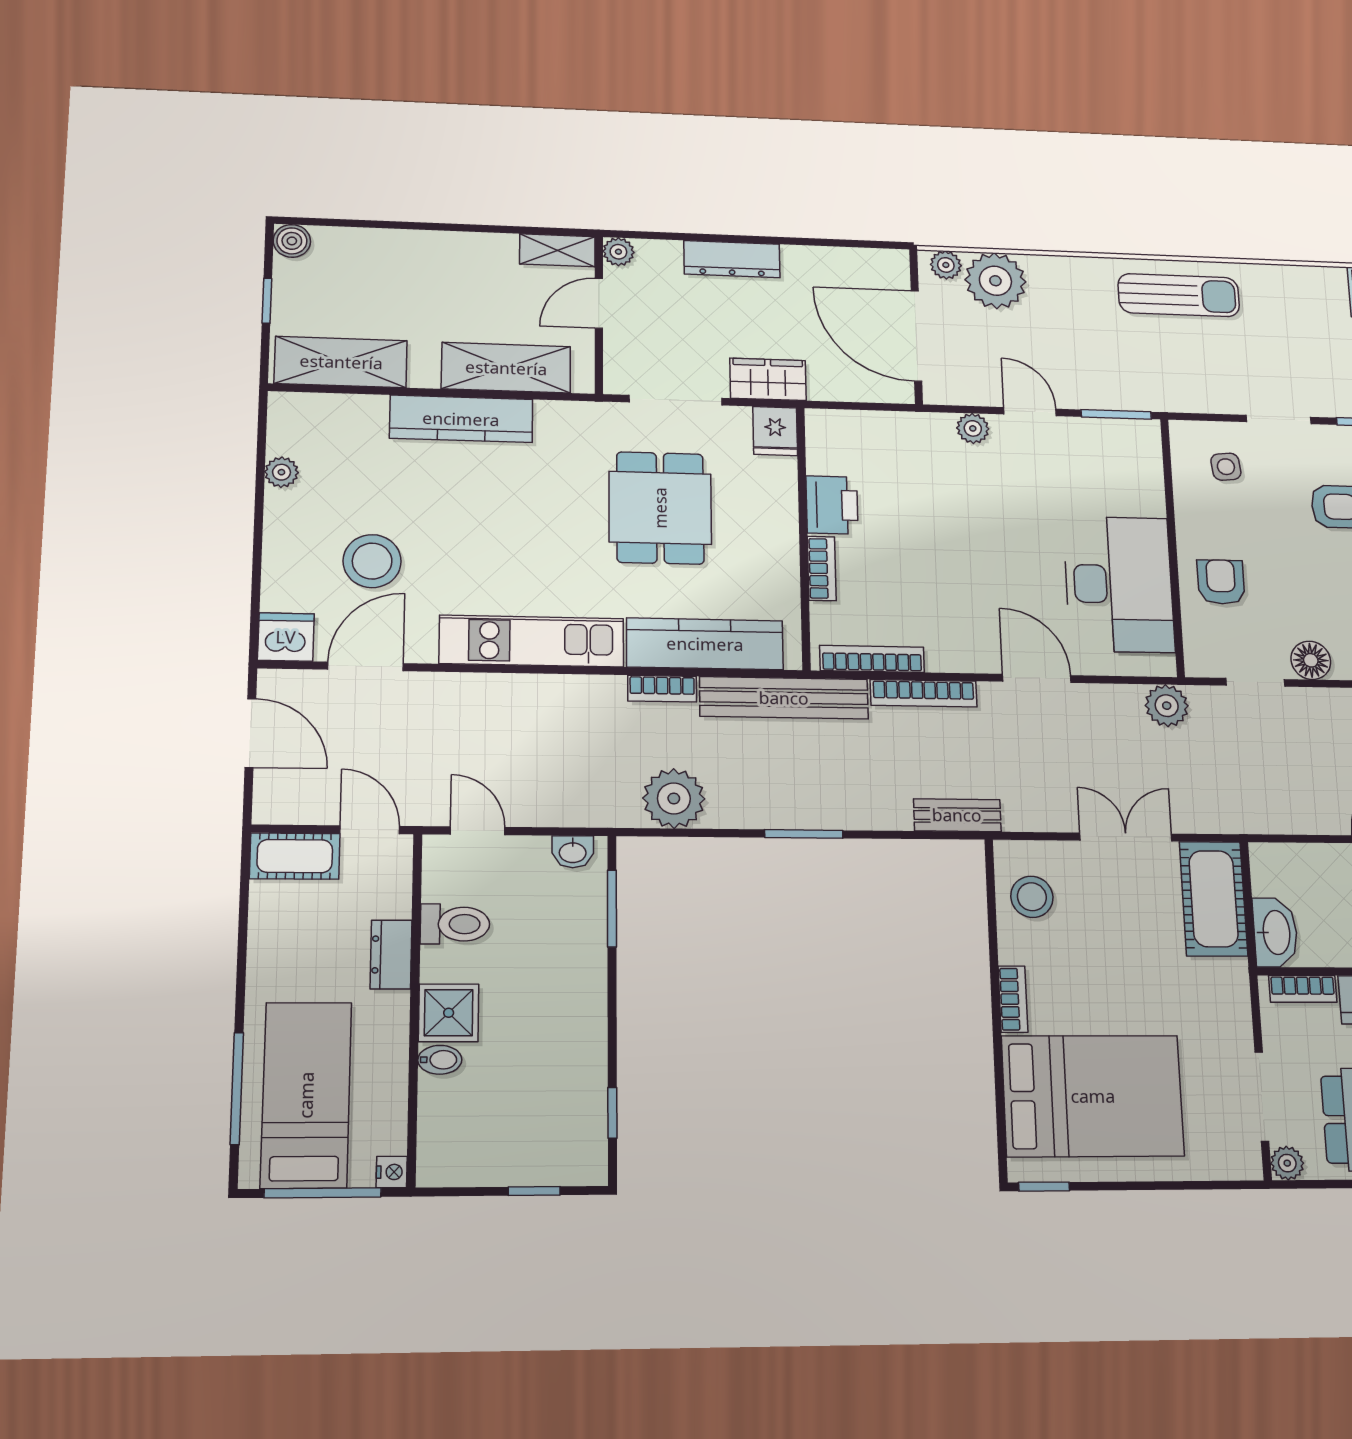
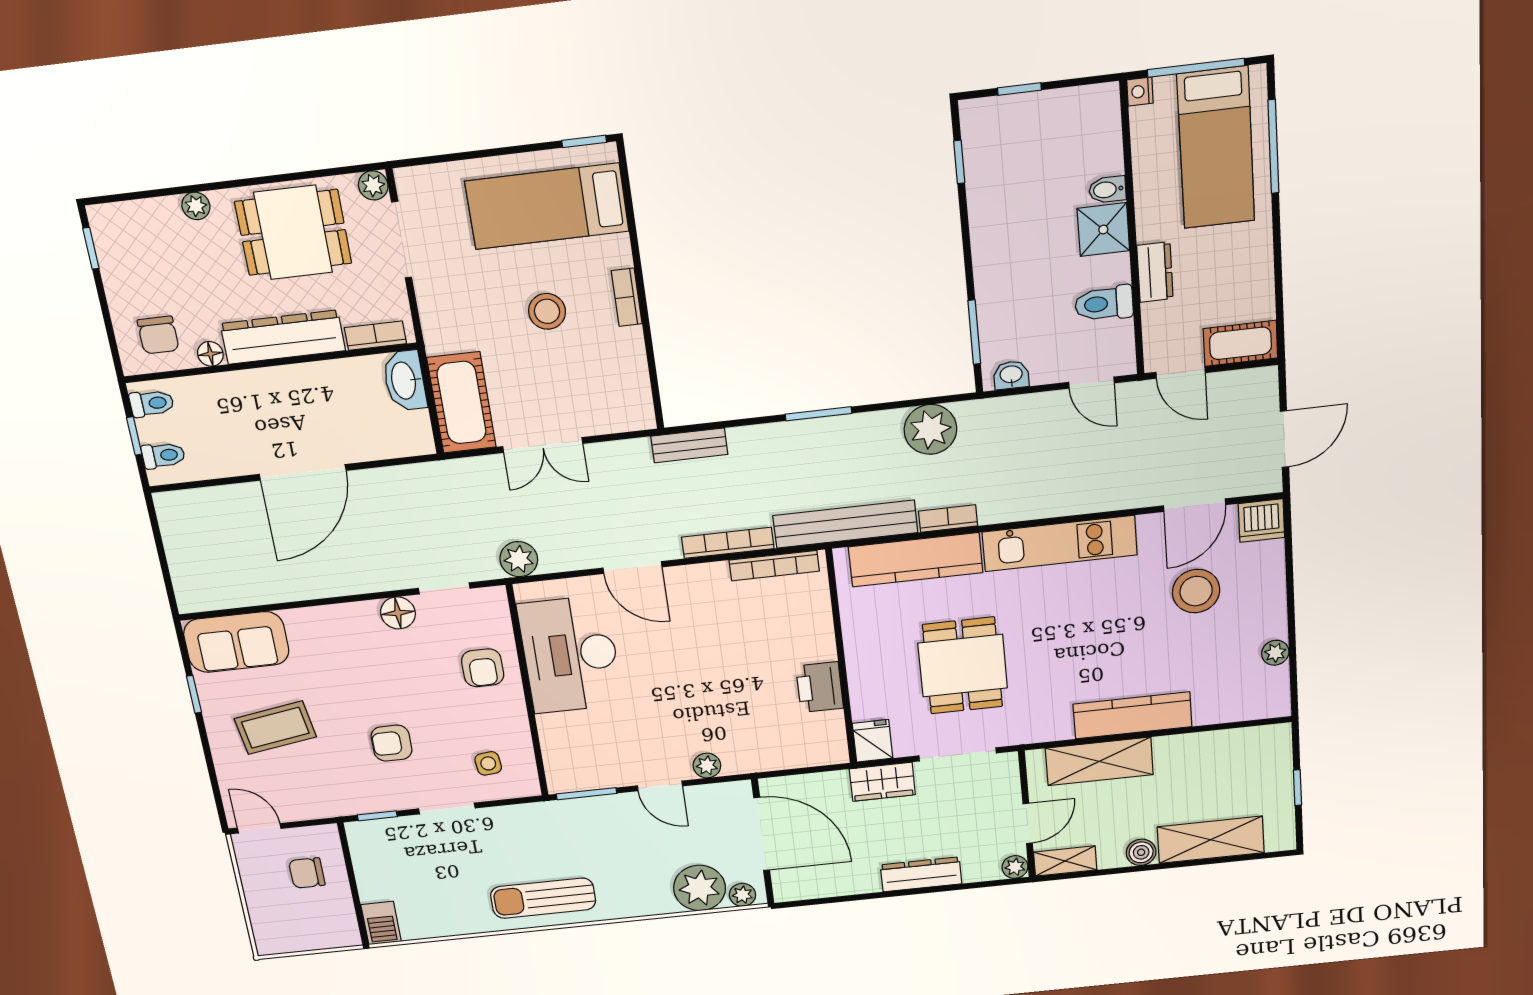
boiler: (292, 241) -> (1141, 852), moved
shelving: (341, 362) -> (1211, 840), moved
bookcase: (822, 568) -> (823, 634), removed
door: (250, 733) -> (1284, 439), swing flipped
stool: (1032, 897) -> (547, 311), moved
bed: (1093, 1096) -> (547, 206), width x0.67

